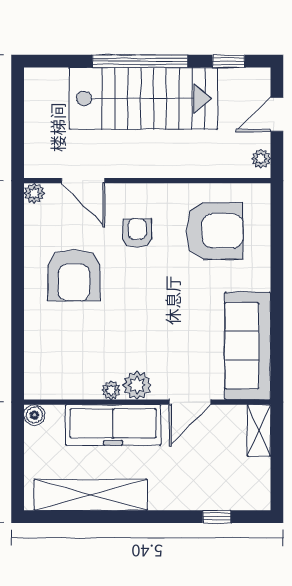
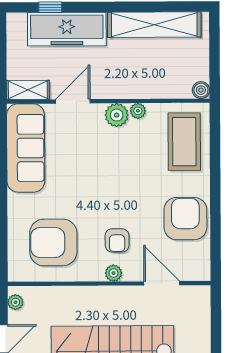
plant: (34, 193) -> (114, 273), moved
armchair: (74, 275) -> (185, 219), moved
coffee table: (55, 352) -> (184, 142), added
freezer: (113, 425) -> (67, 29), moved, turned 180
shelving: (259, 431) -> (28, 90), moved, turned 90

